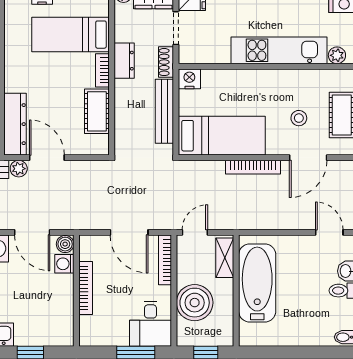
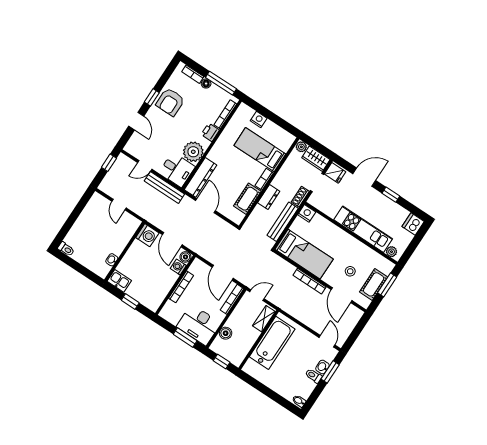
dresser: (124, 61) -> (269, 197), moved
door: (308, 158) -> (341, 295), hinge flipped
plant: (19, 169) -> (187, 202), removed
boiler: (195, 303) -> (226, 333), width x0.54, depth x0.54
desk: (150, 324) -> (199, 325), width x1.37

